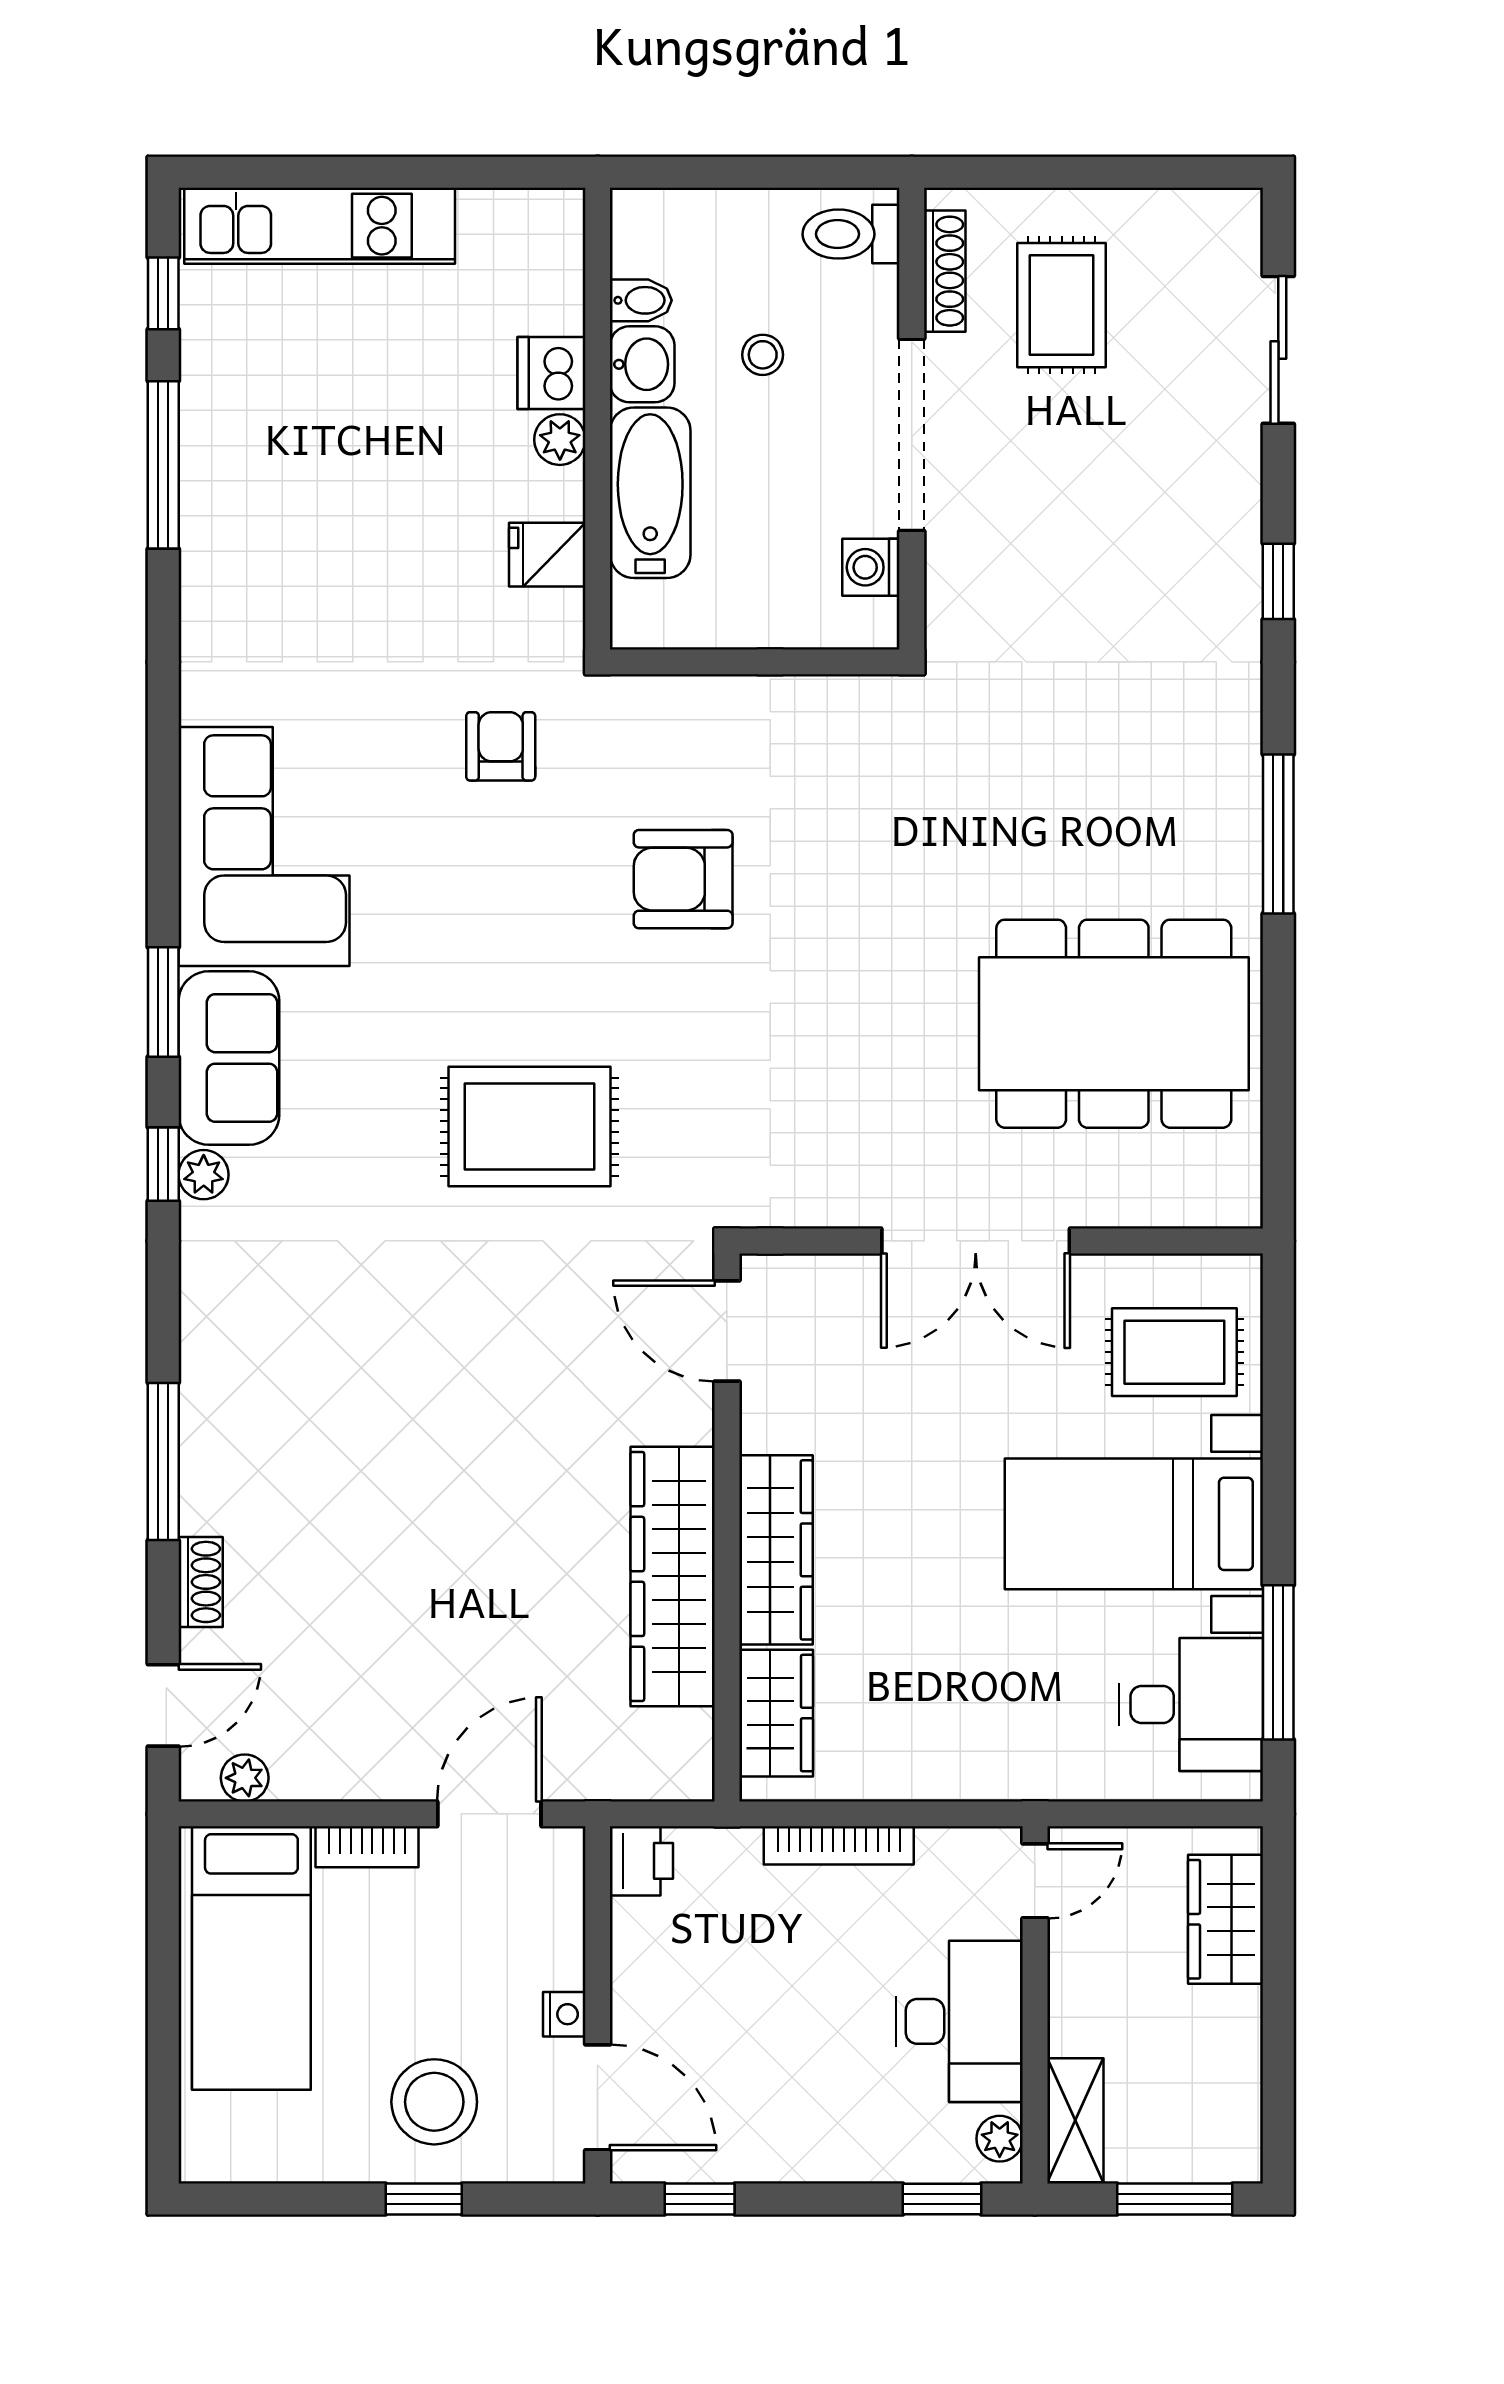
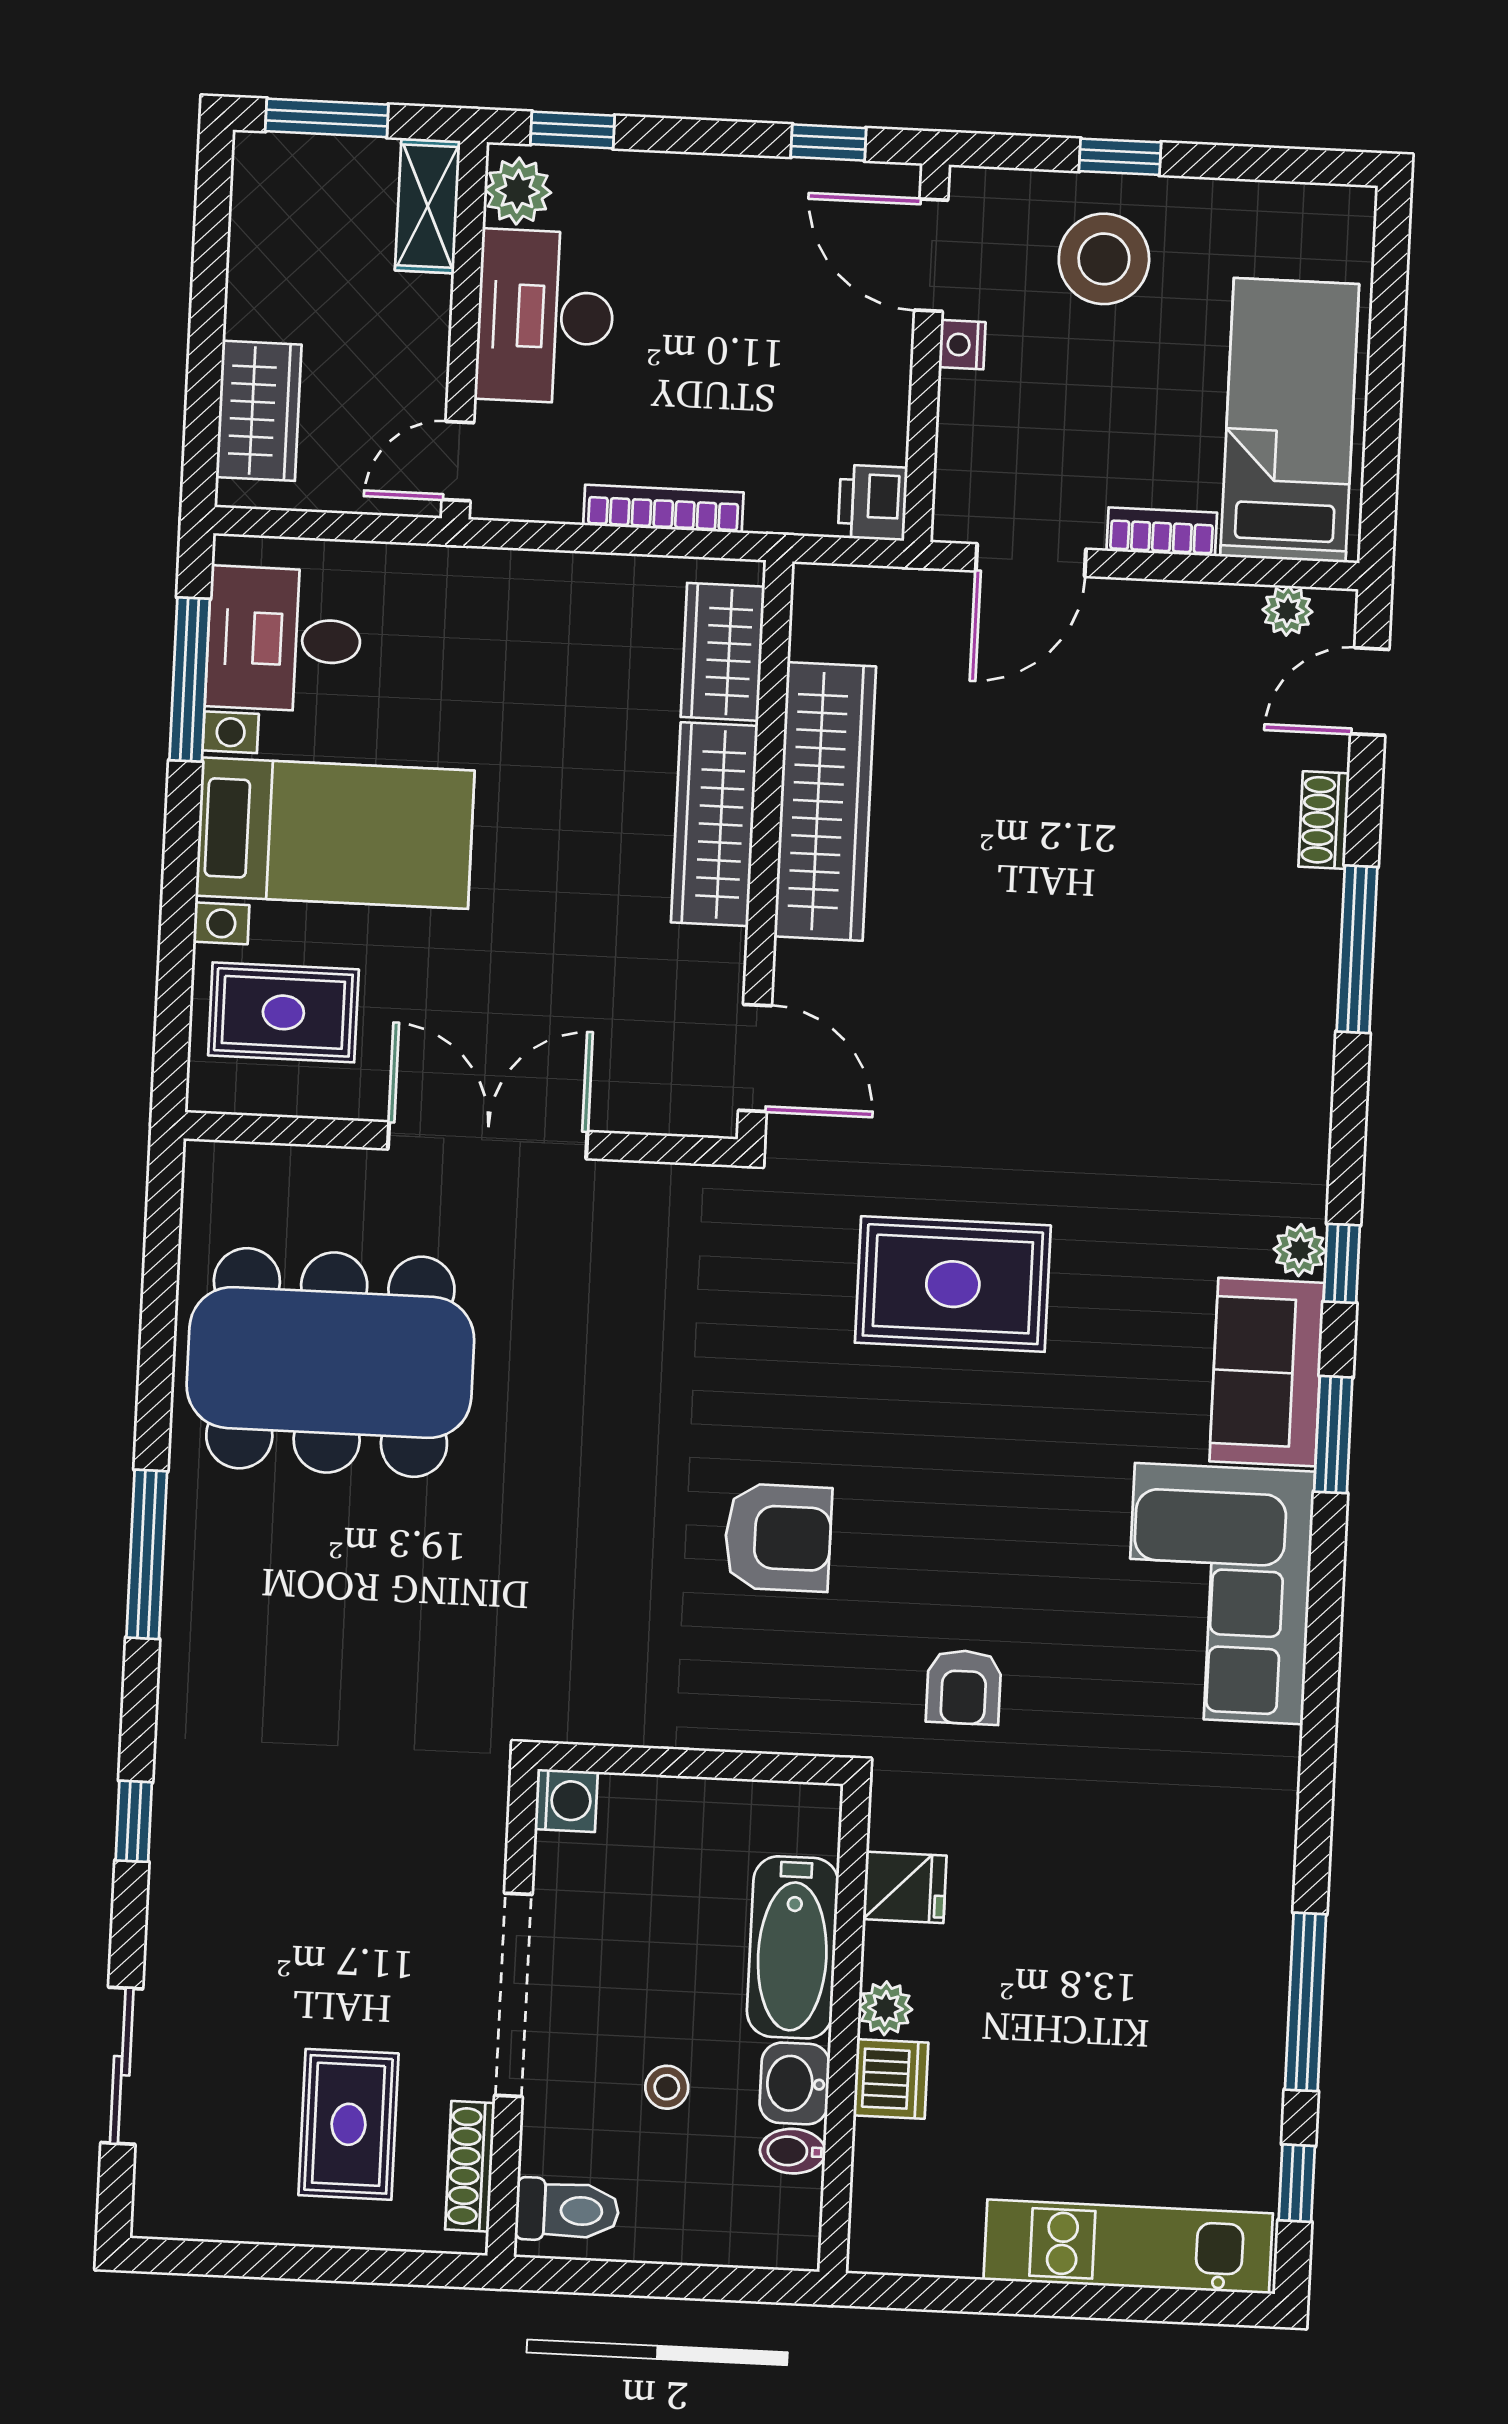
washing machine: (871, 567) -> (566, 1800), moved
plant: (1000, 2139) -> (518, 191), width x1.38, depth x1.38

